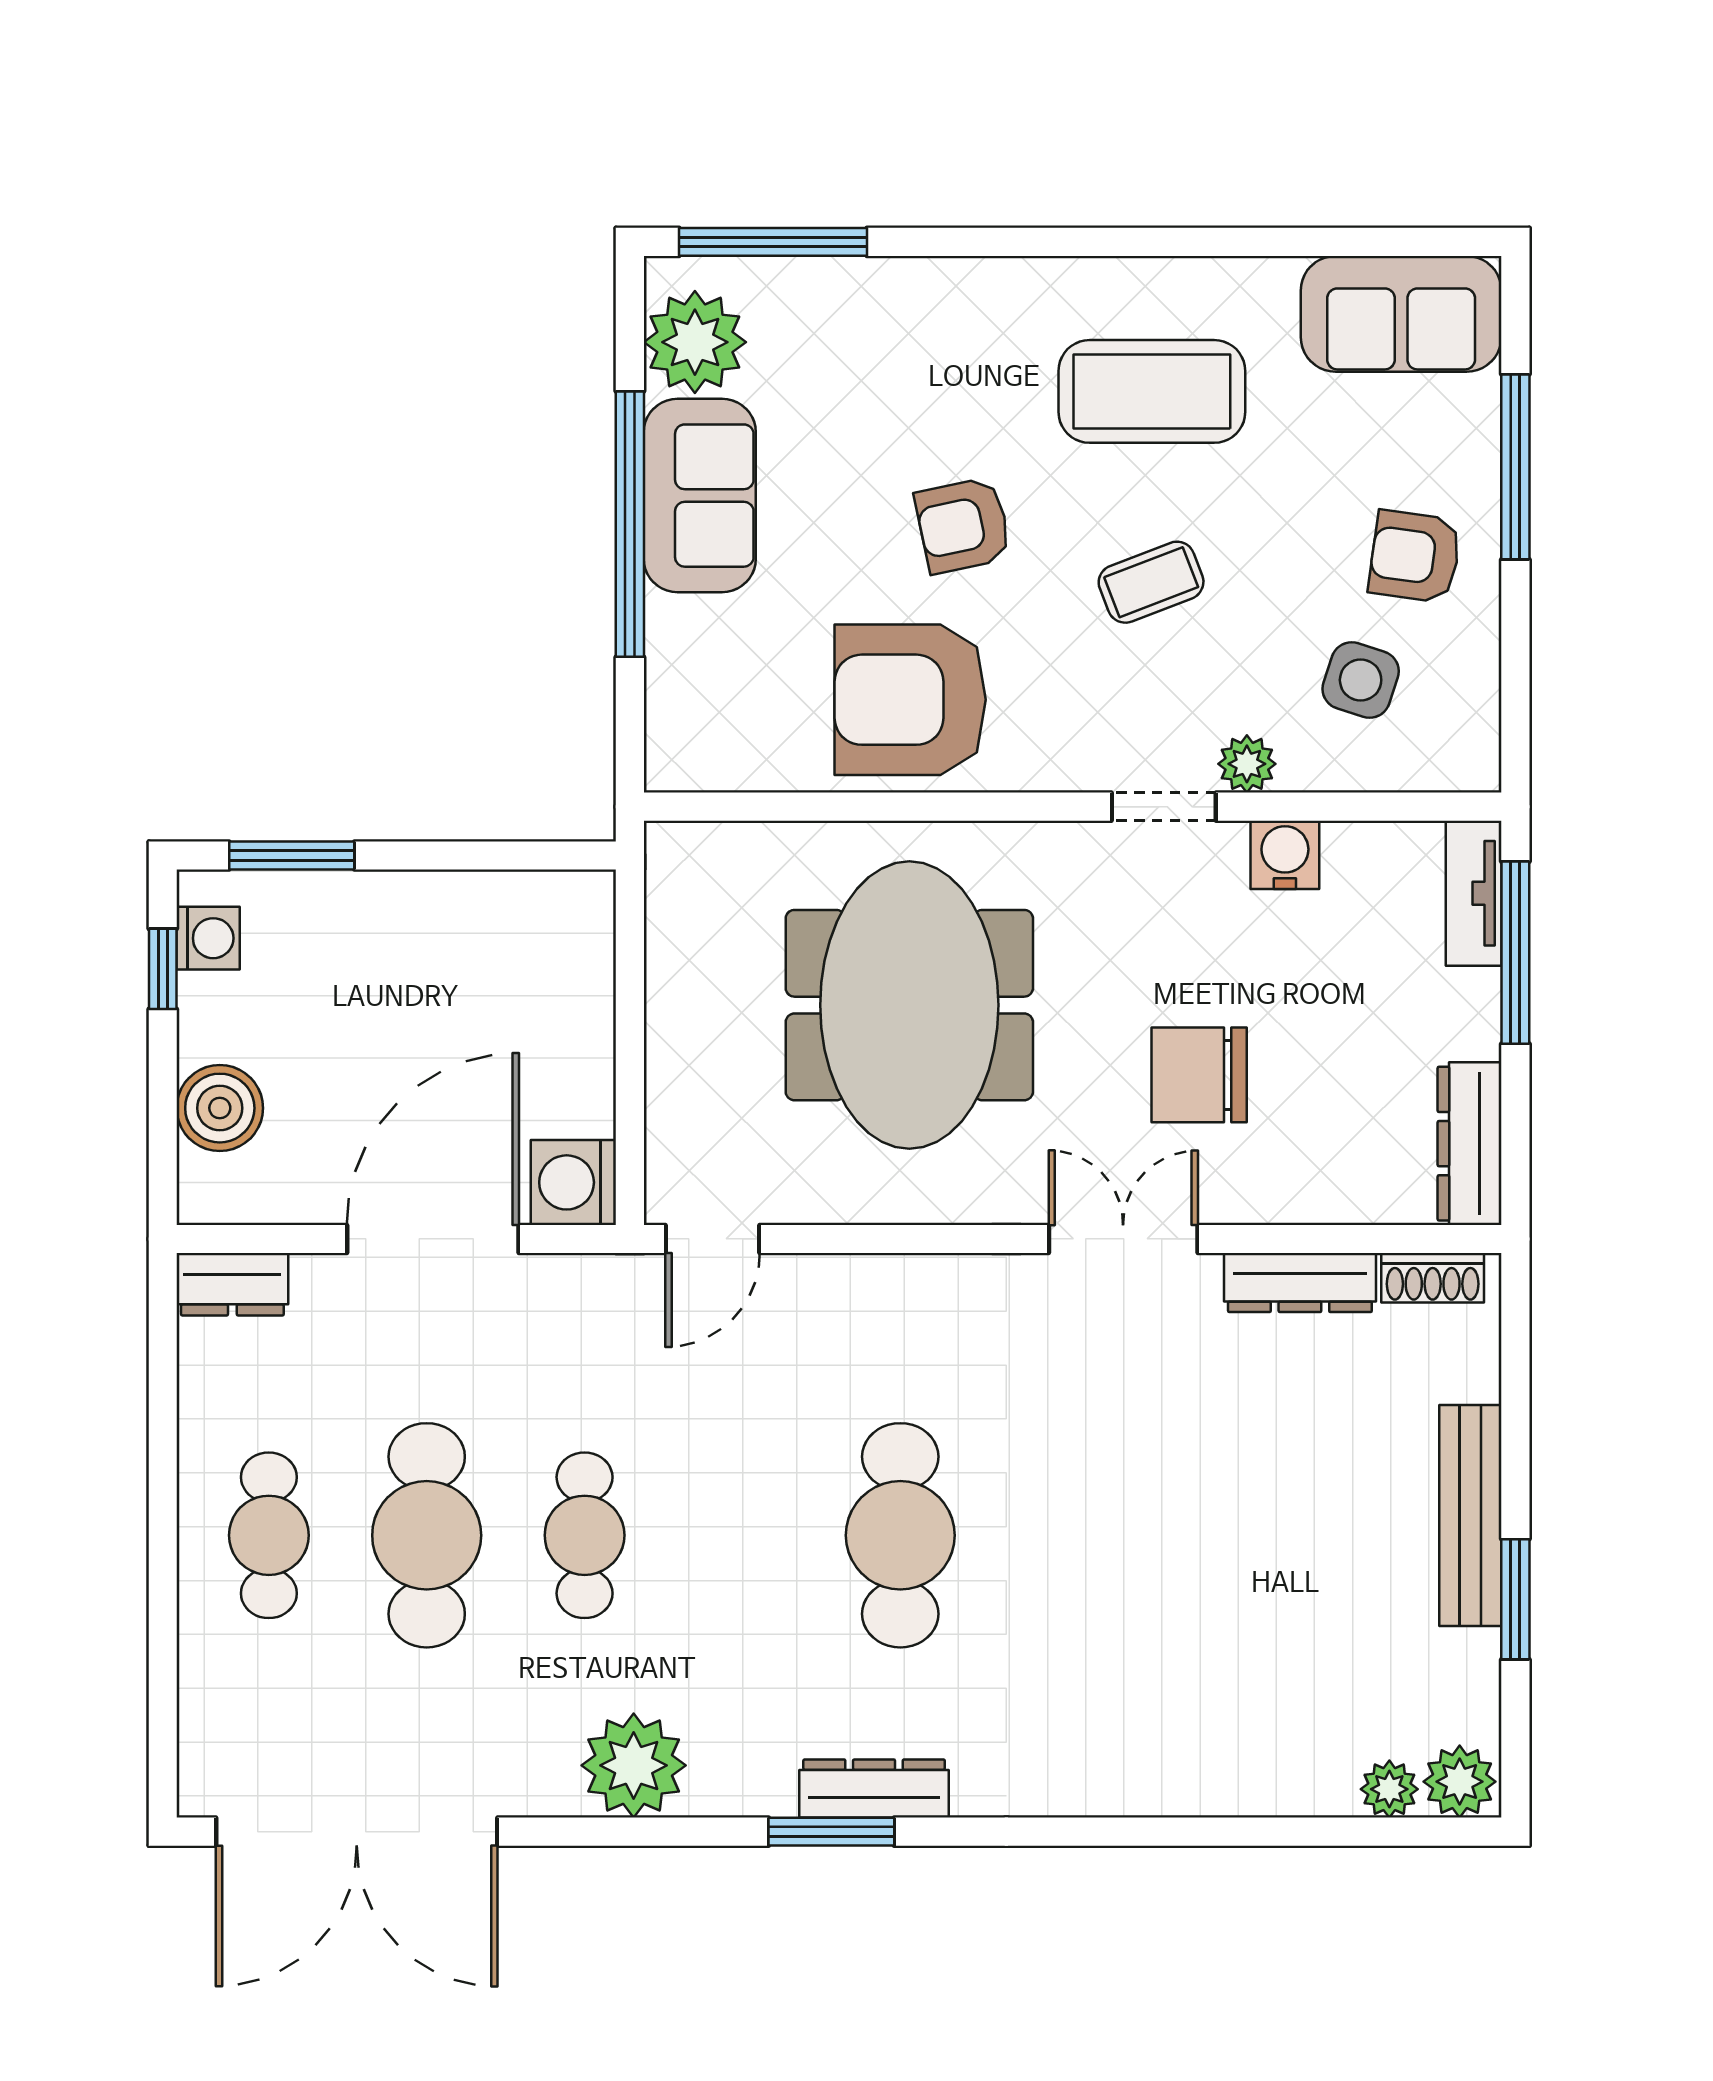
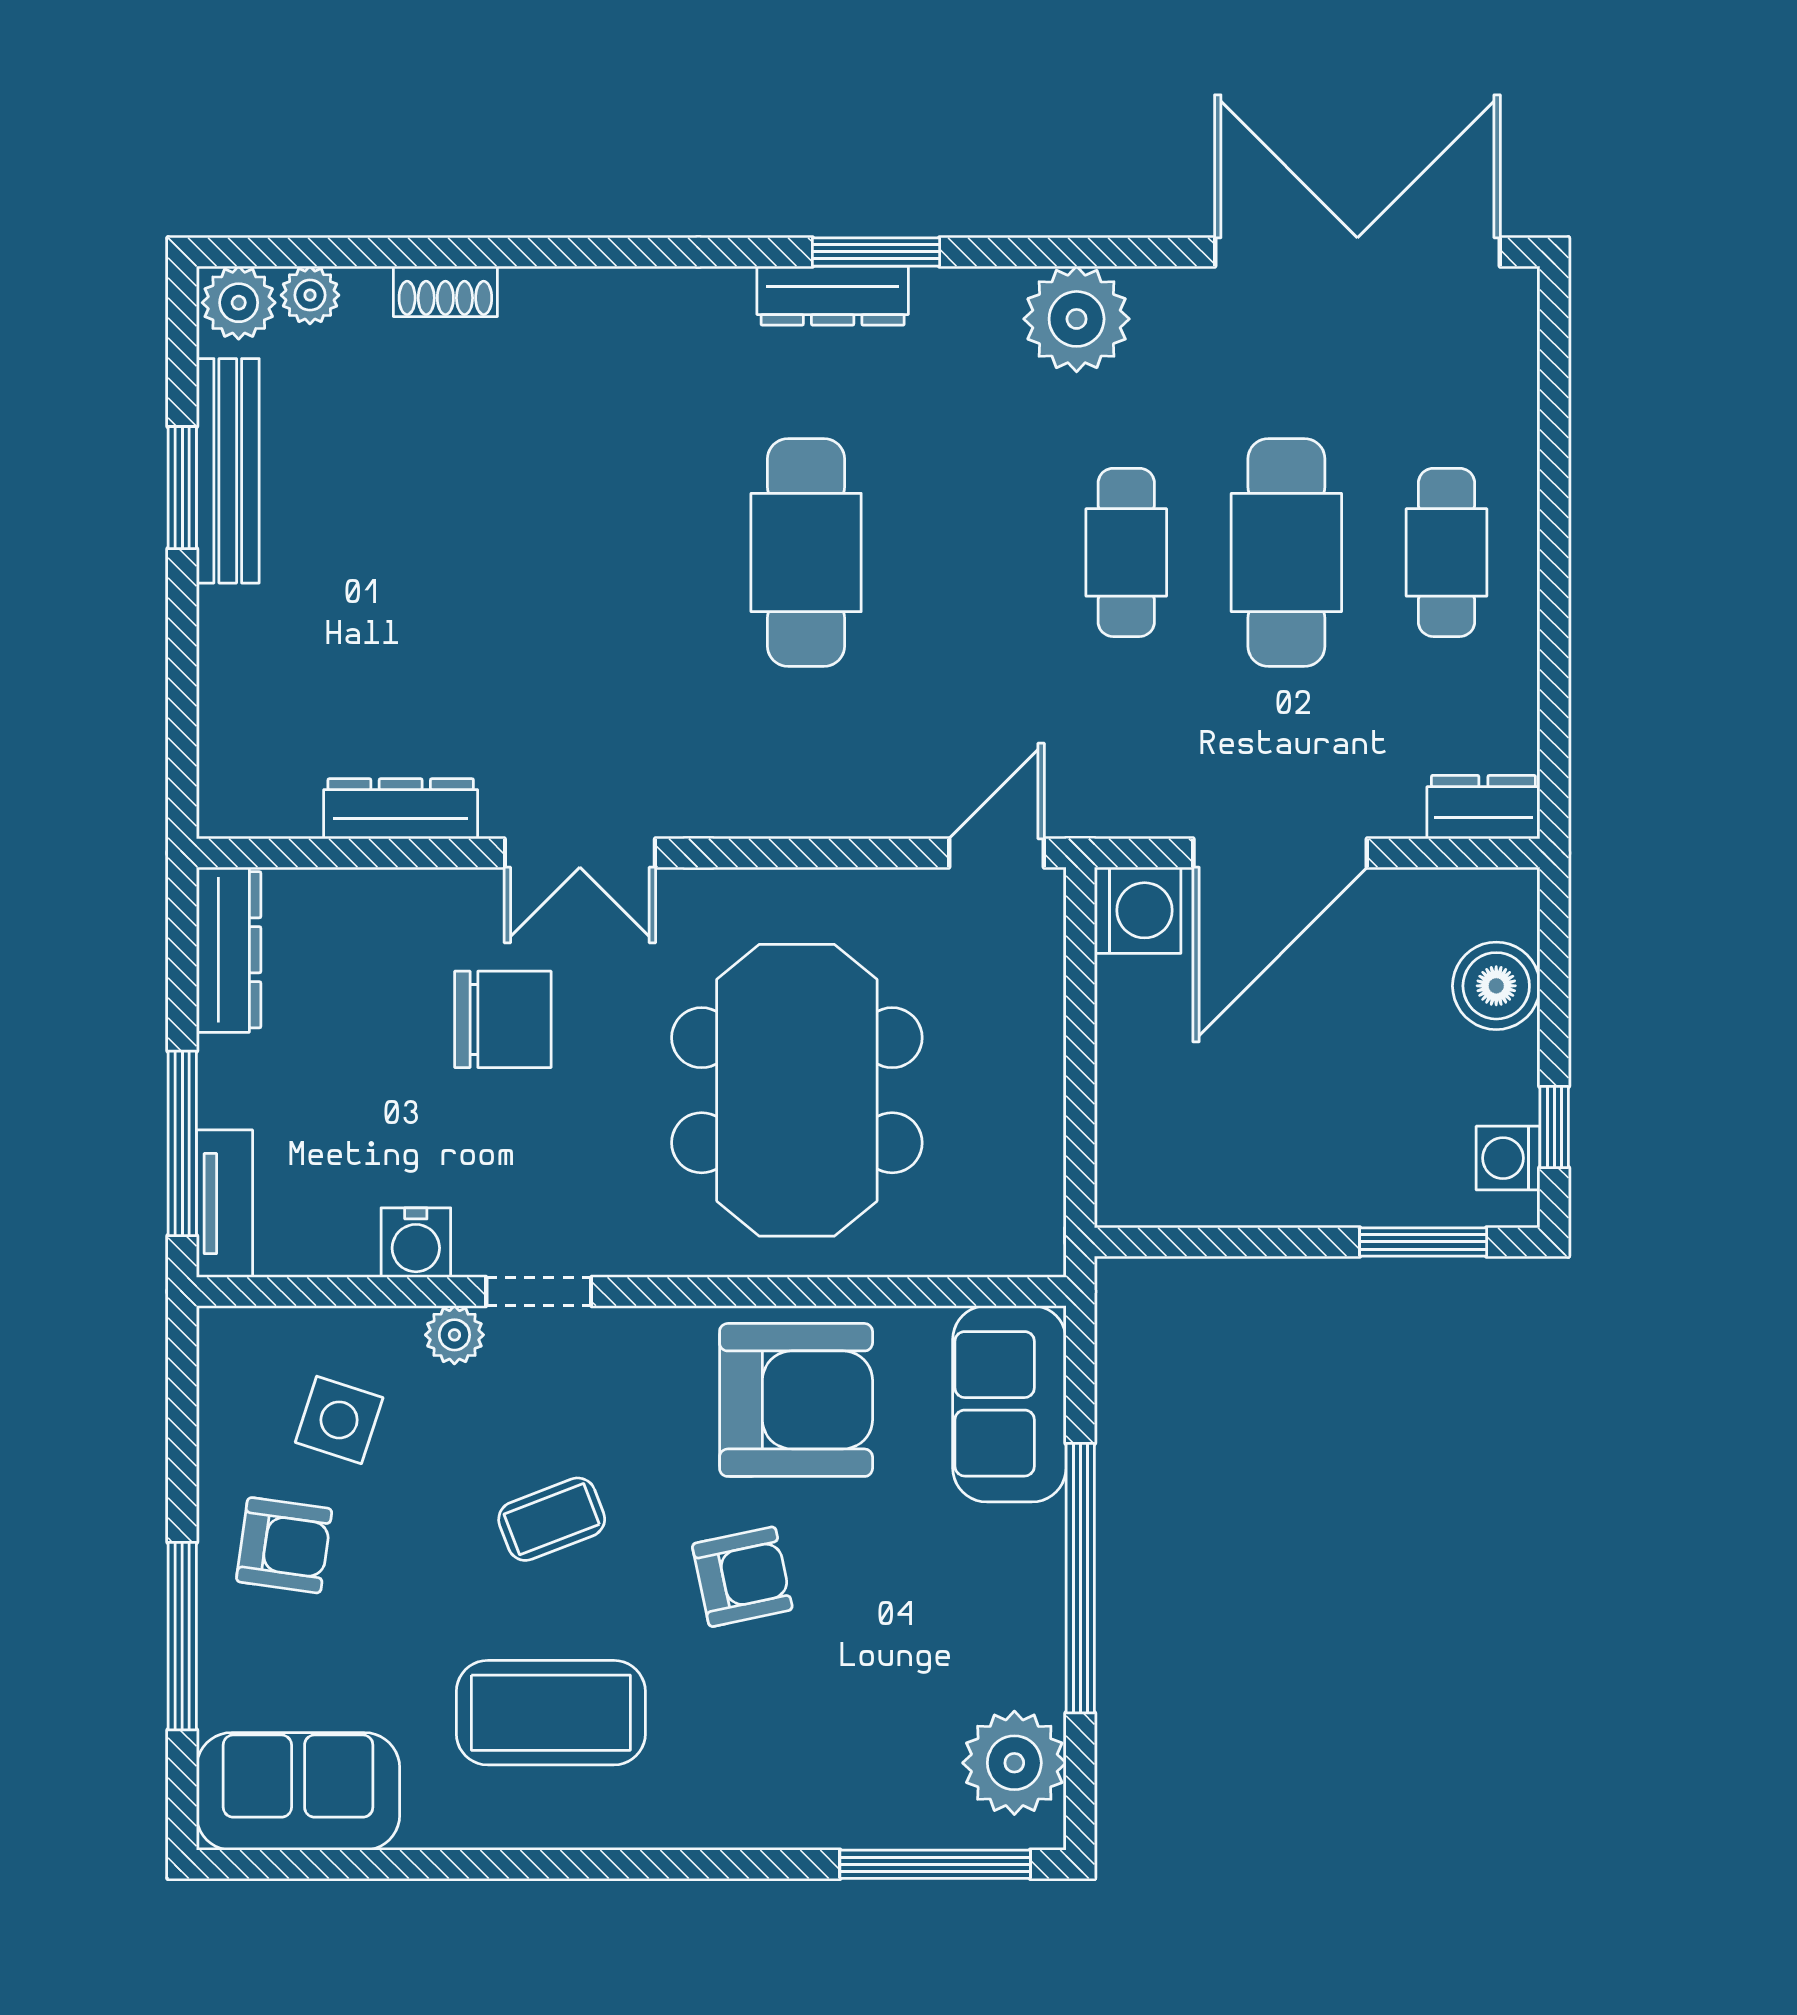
sofa: (700, 496) -> (1009, 1404), moved
shoe rack: (1433, 1278) -> (445, 291), moved, turned 180
bench: (1470, 1515) -> (228, 471), moved

